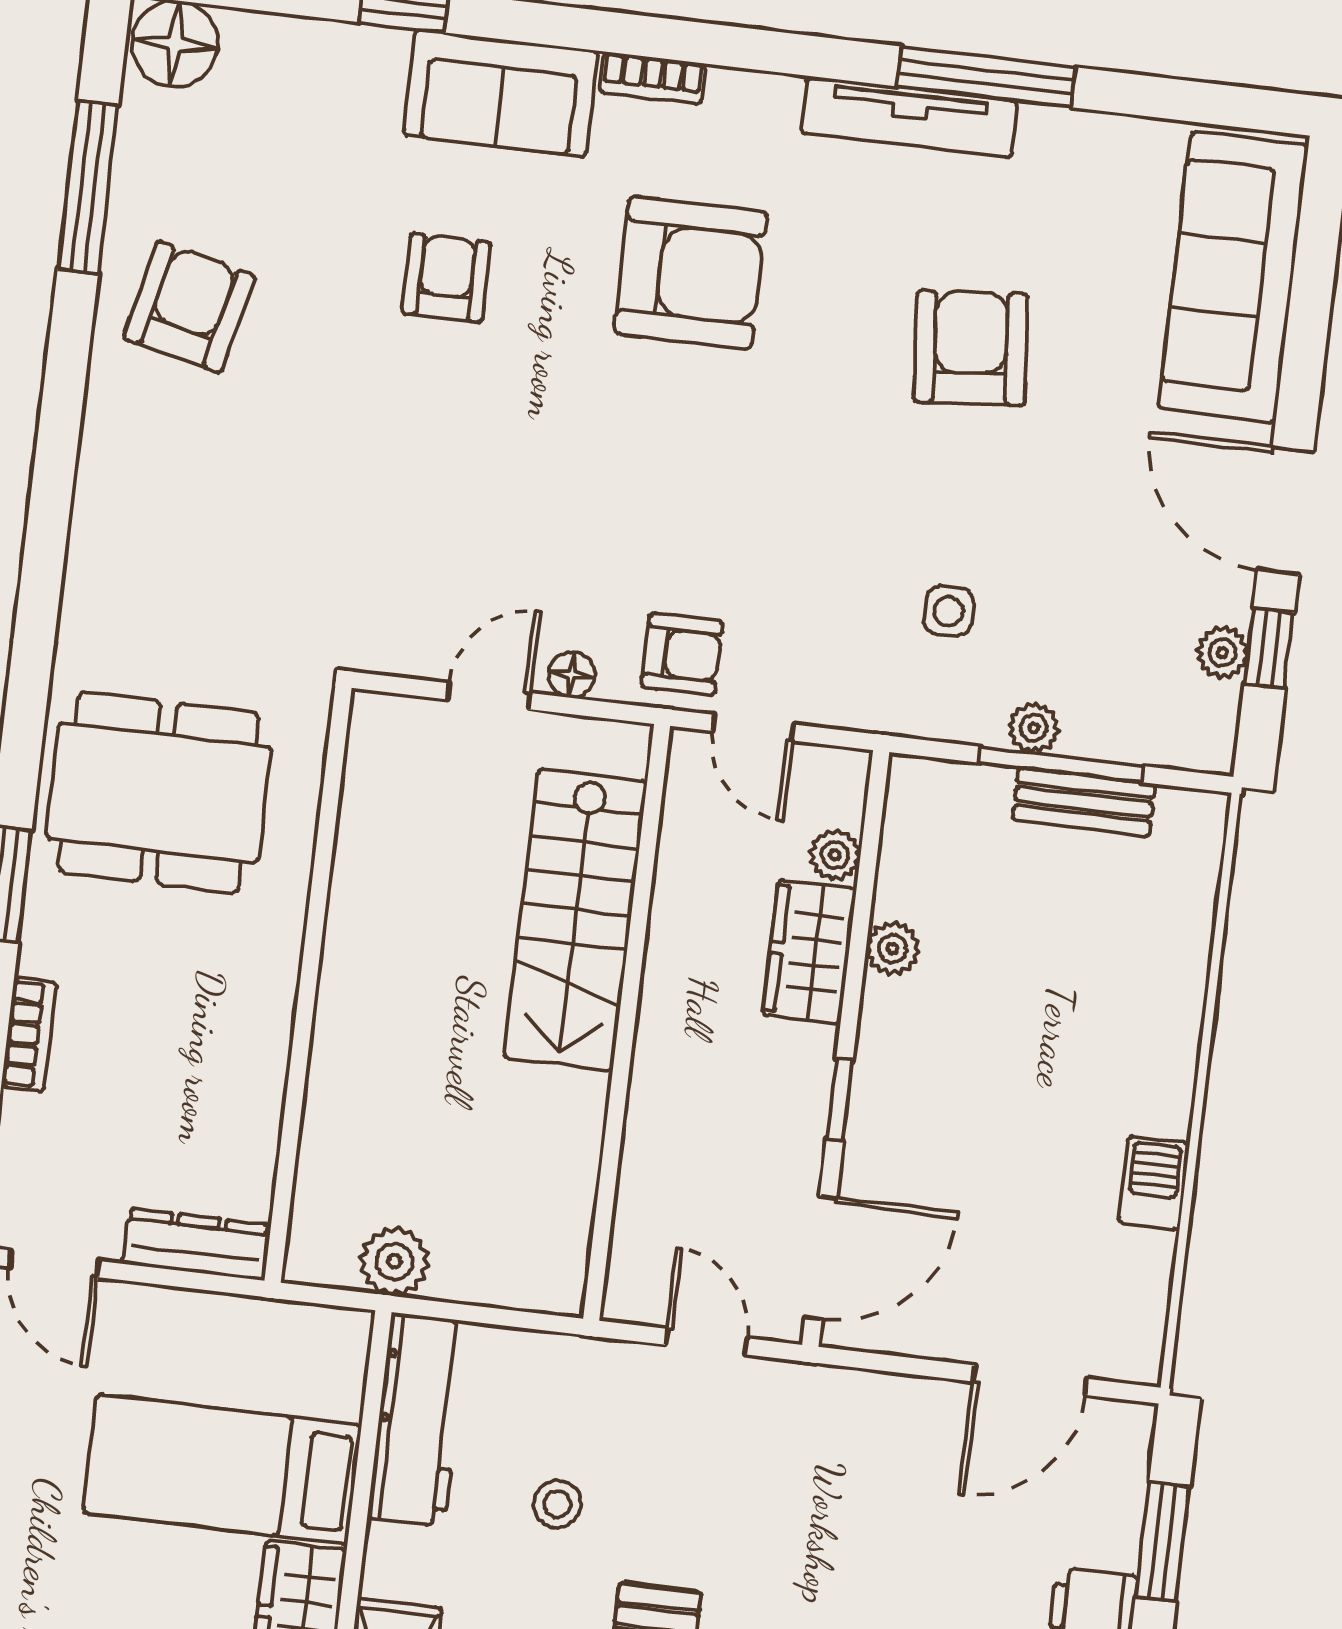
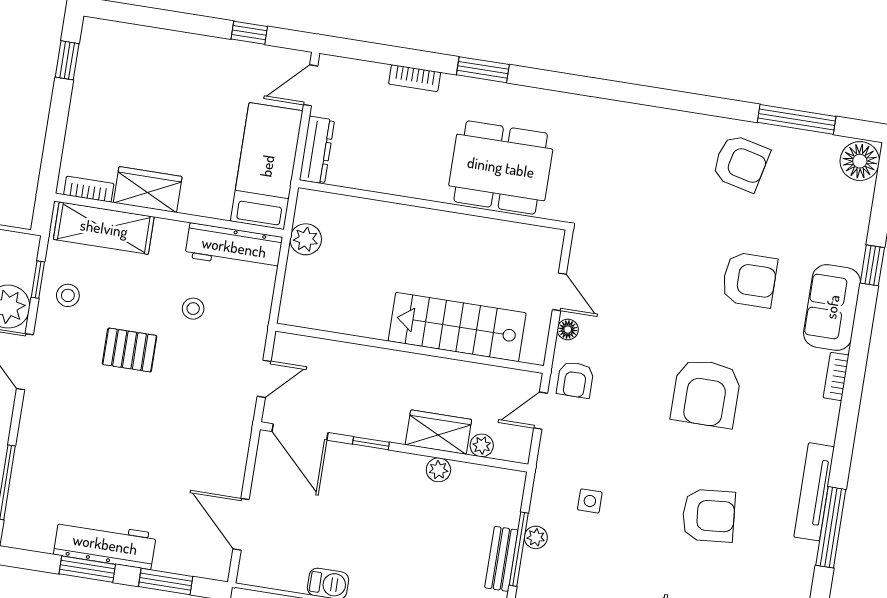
armchair: (691, 273) -> (706, 393), moved
armchair: (446, 278) -> (749, 280), width x1.38, depth x1.38
dining table: (159, 793) -> (501, 167), moved, turned 90
bed: (222, 1469) -> (267, 166), moved

